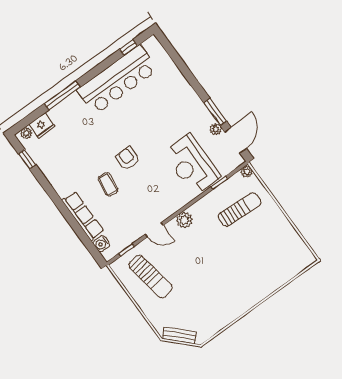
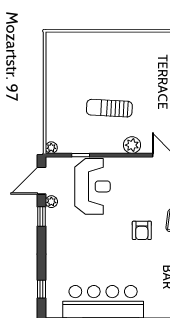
window: (173, 54) -> (42, 289), added
window: (215, 112) -> (42, 216), width x0.67
sun lounger: (240, 209) -> (109, 108), moved

